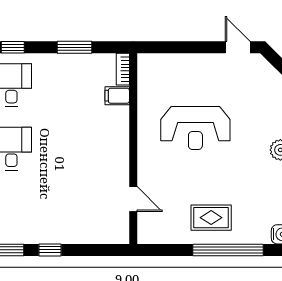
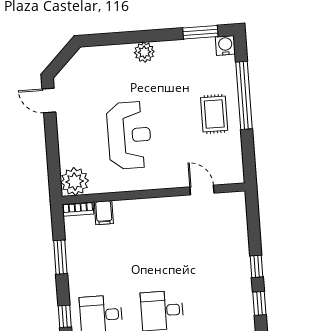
door: (238, 47) -> (49, 101), hinge flipped
plant: (152, 68) -> (75, 182), added
door: (133, 199) -> (202, 190), hinge flipped

